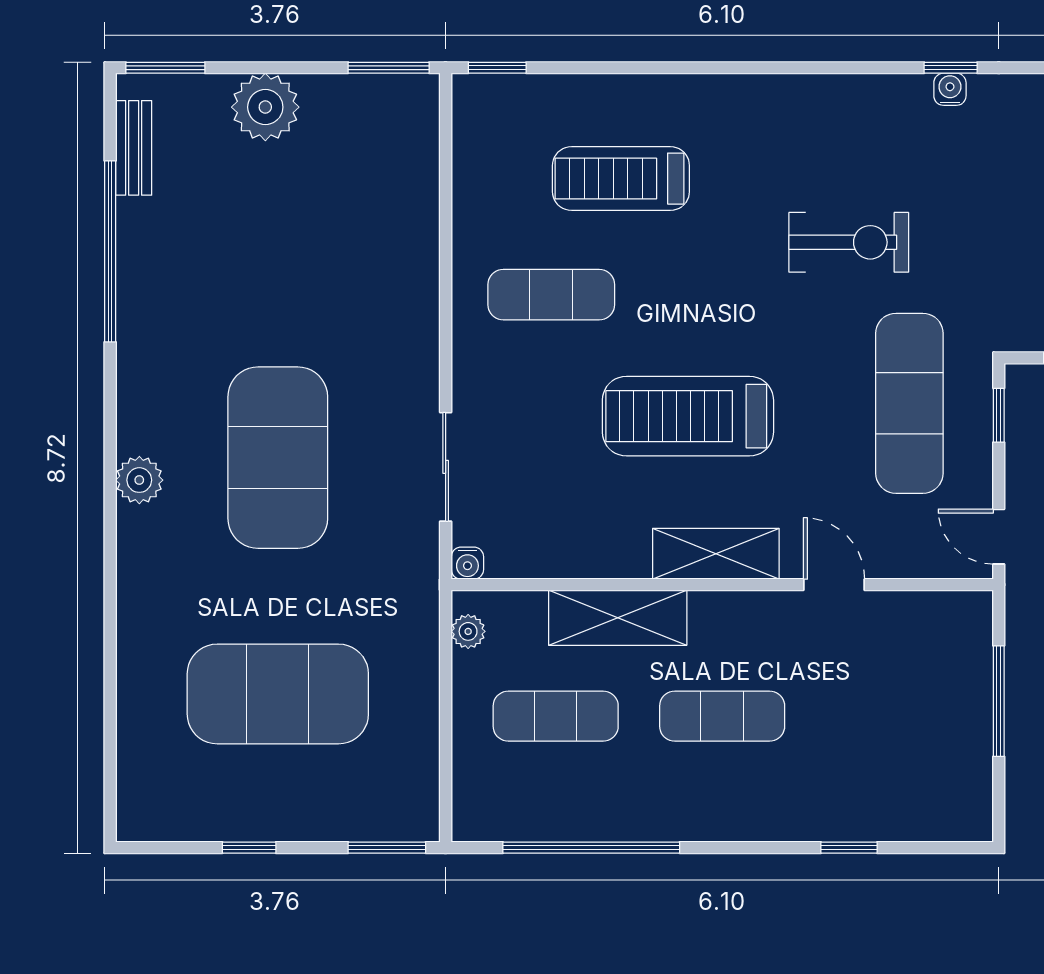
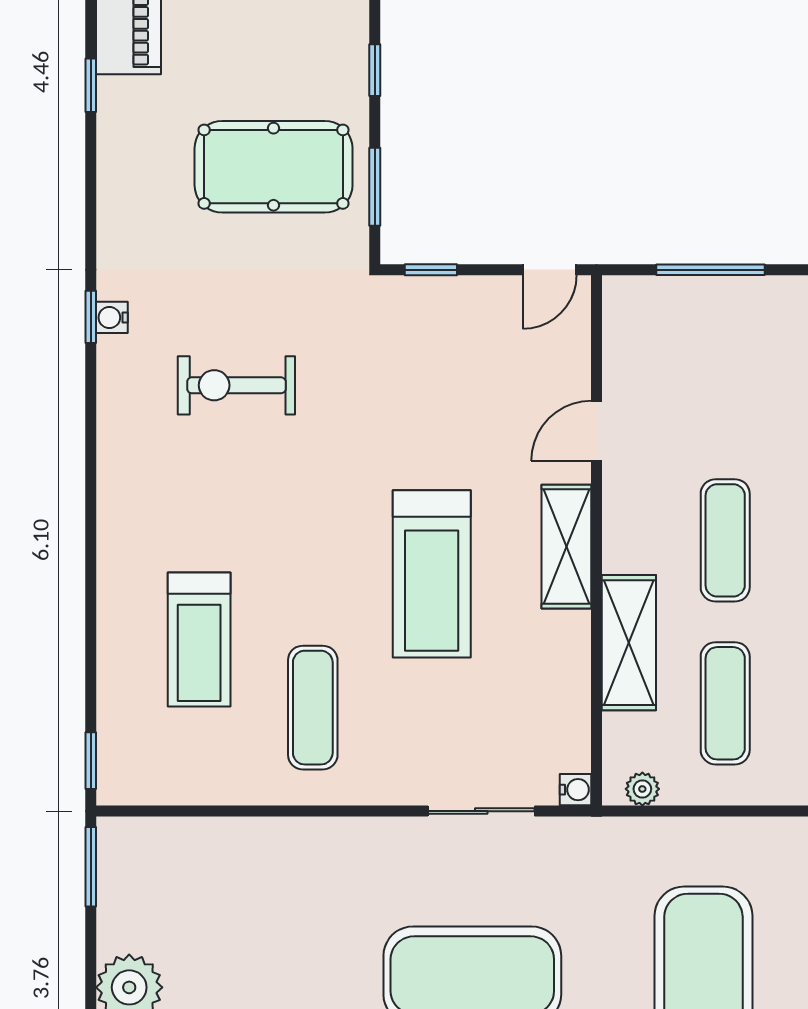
exercise bike: (849, 242) -> (236, 385), moved, turned -90
exercise mat: (909, 403) -> (419, 357), removed

